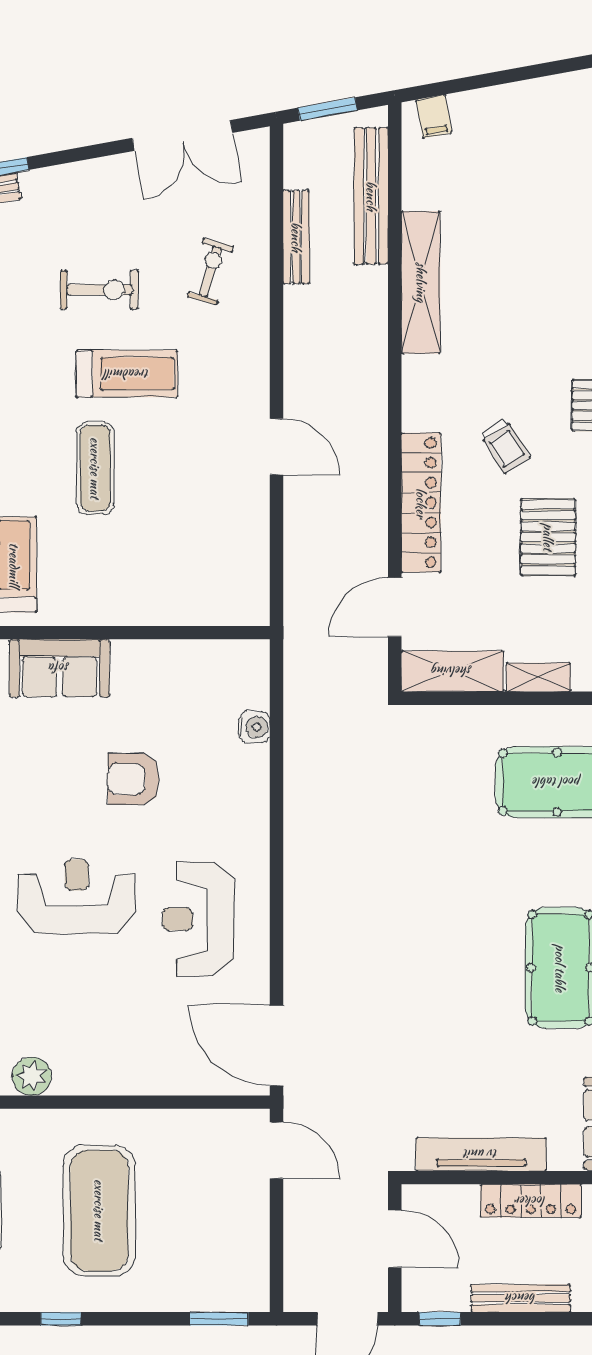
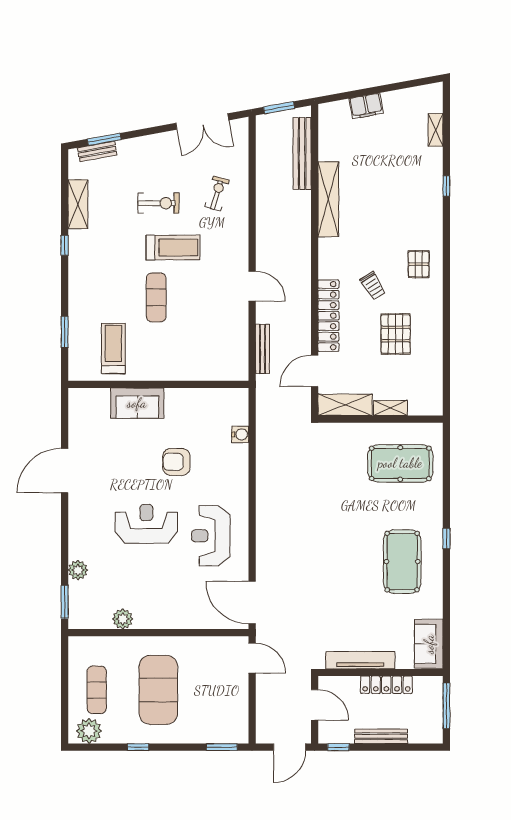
filing cabinet: (434, 116) -> (366, 106), moved, width x2.00
bench: (296, 237) -> (262, 349), moved

